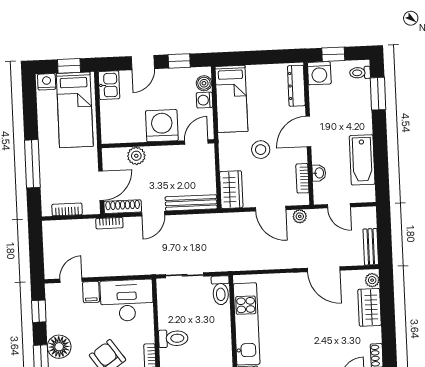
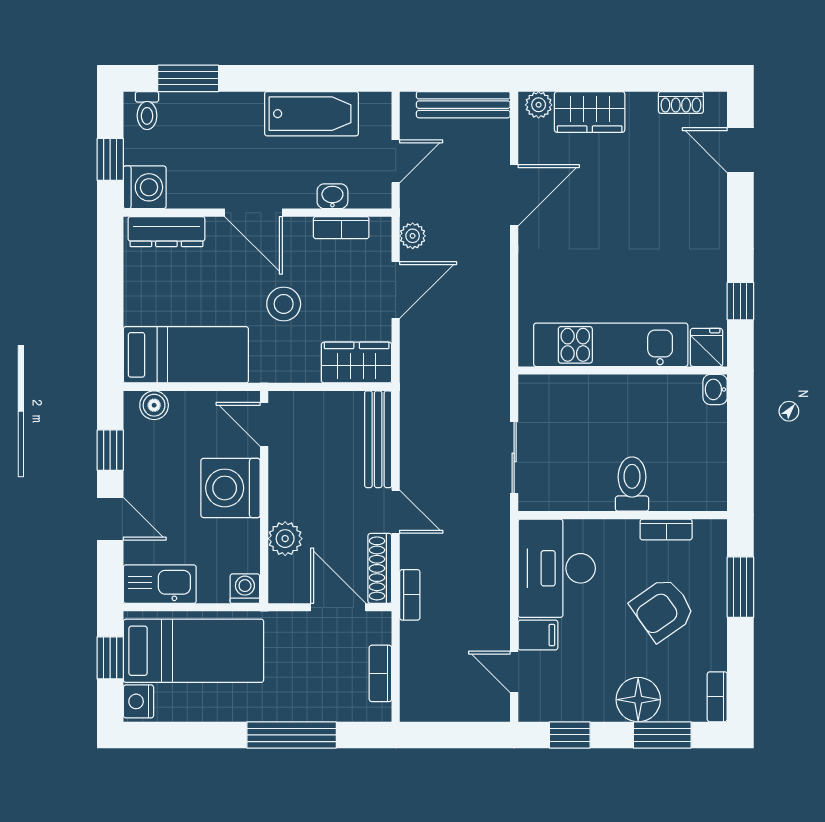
kitchen sink: (109, 85) -> (160, 584), width x1.38
washing machine: (204, 100) -> (245, 589), moved, turned 180
bench: (371, 247) -> (463, 105), width x1.36
toilet: (221, 290) -> (545, 391), removed

